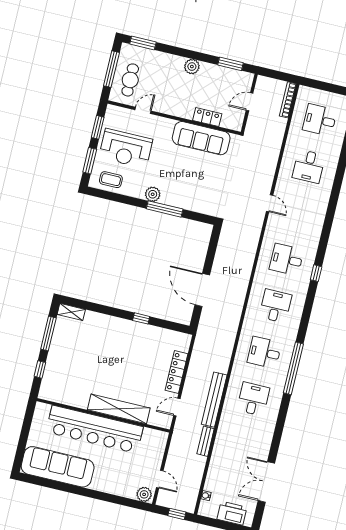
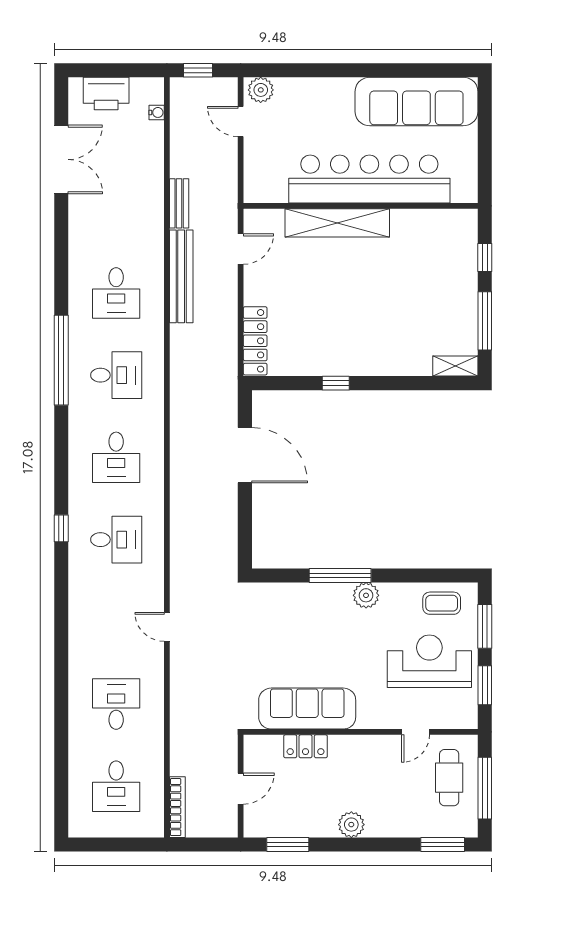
desk: (320, 120) -> (116, 786), turned 90
locker: (177, 372) -> (255, 341), moved

